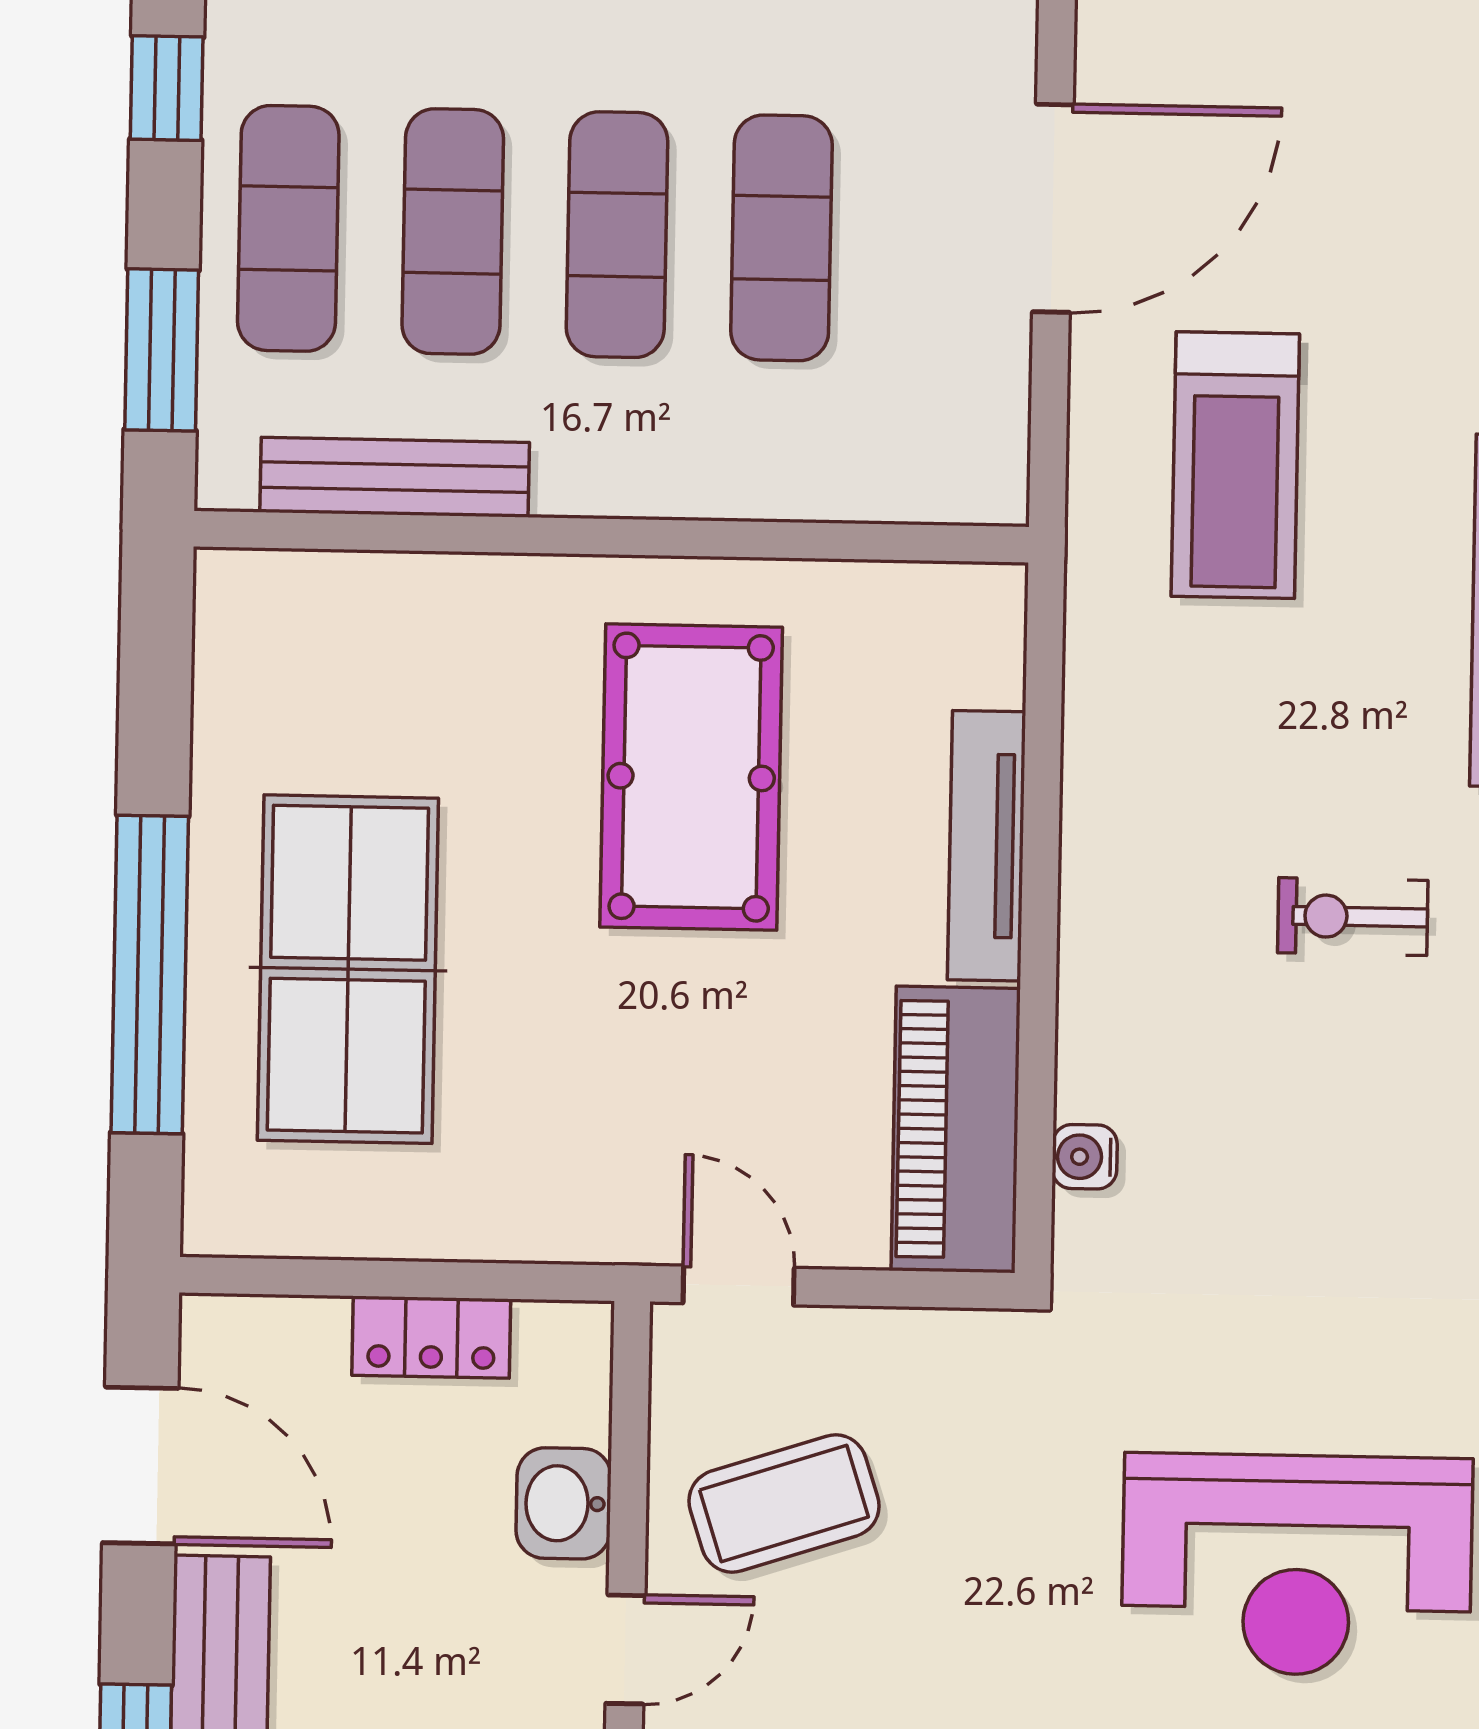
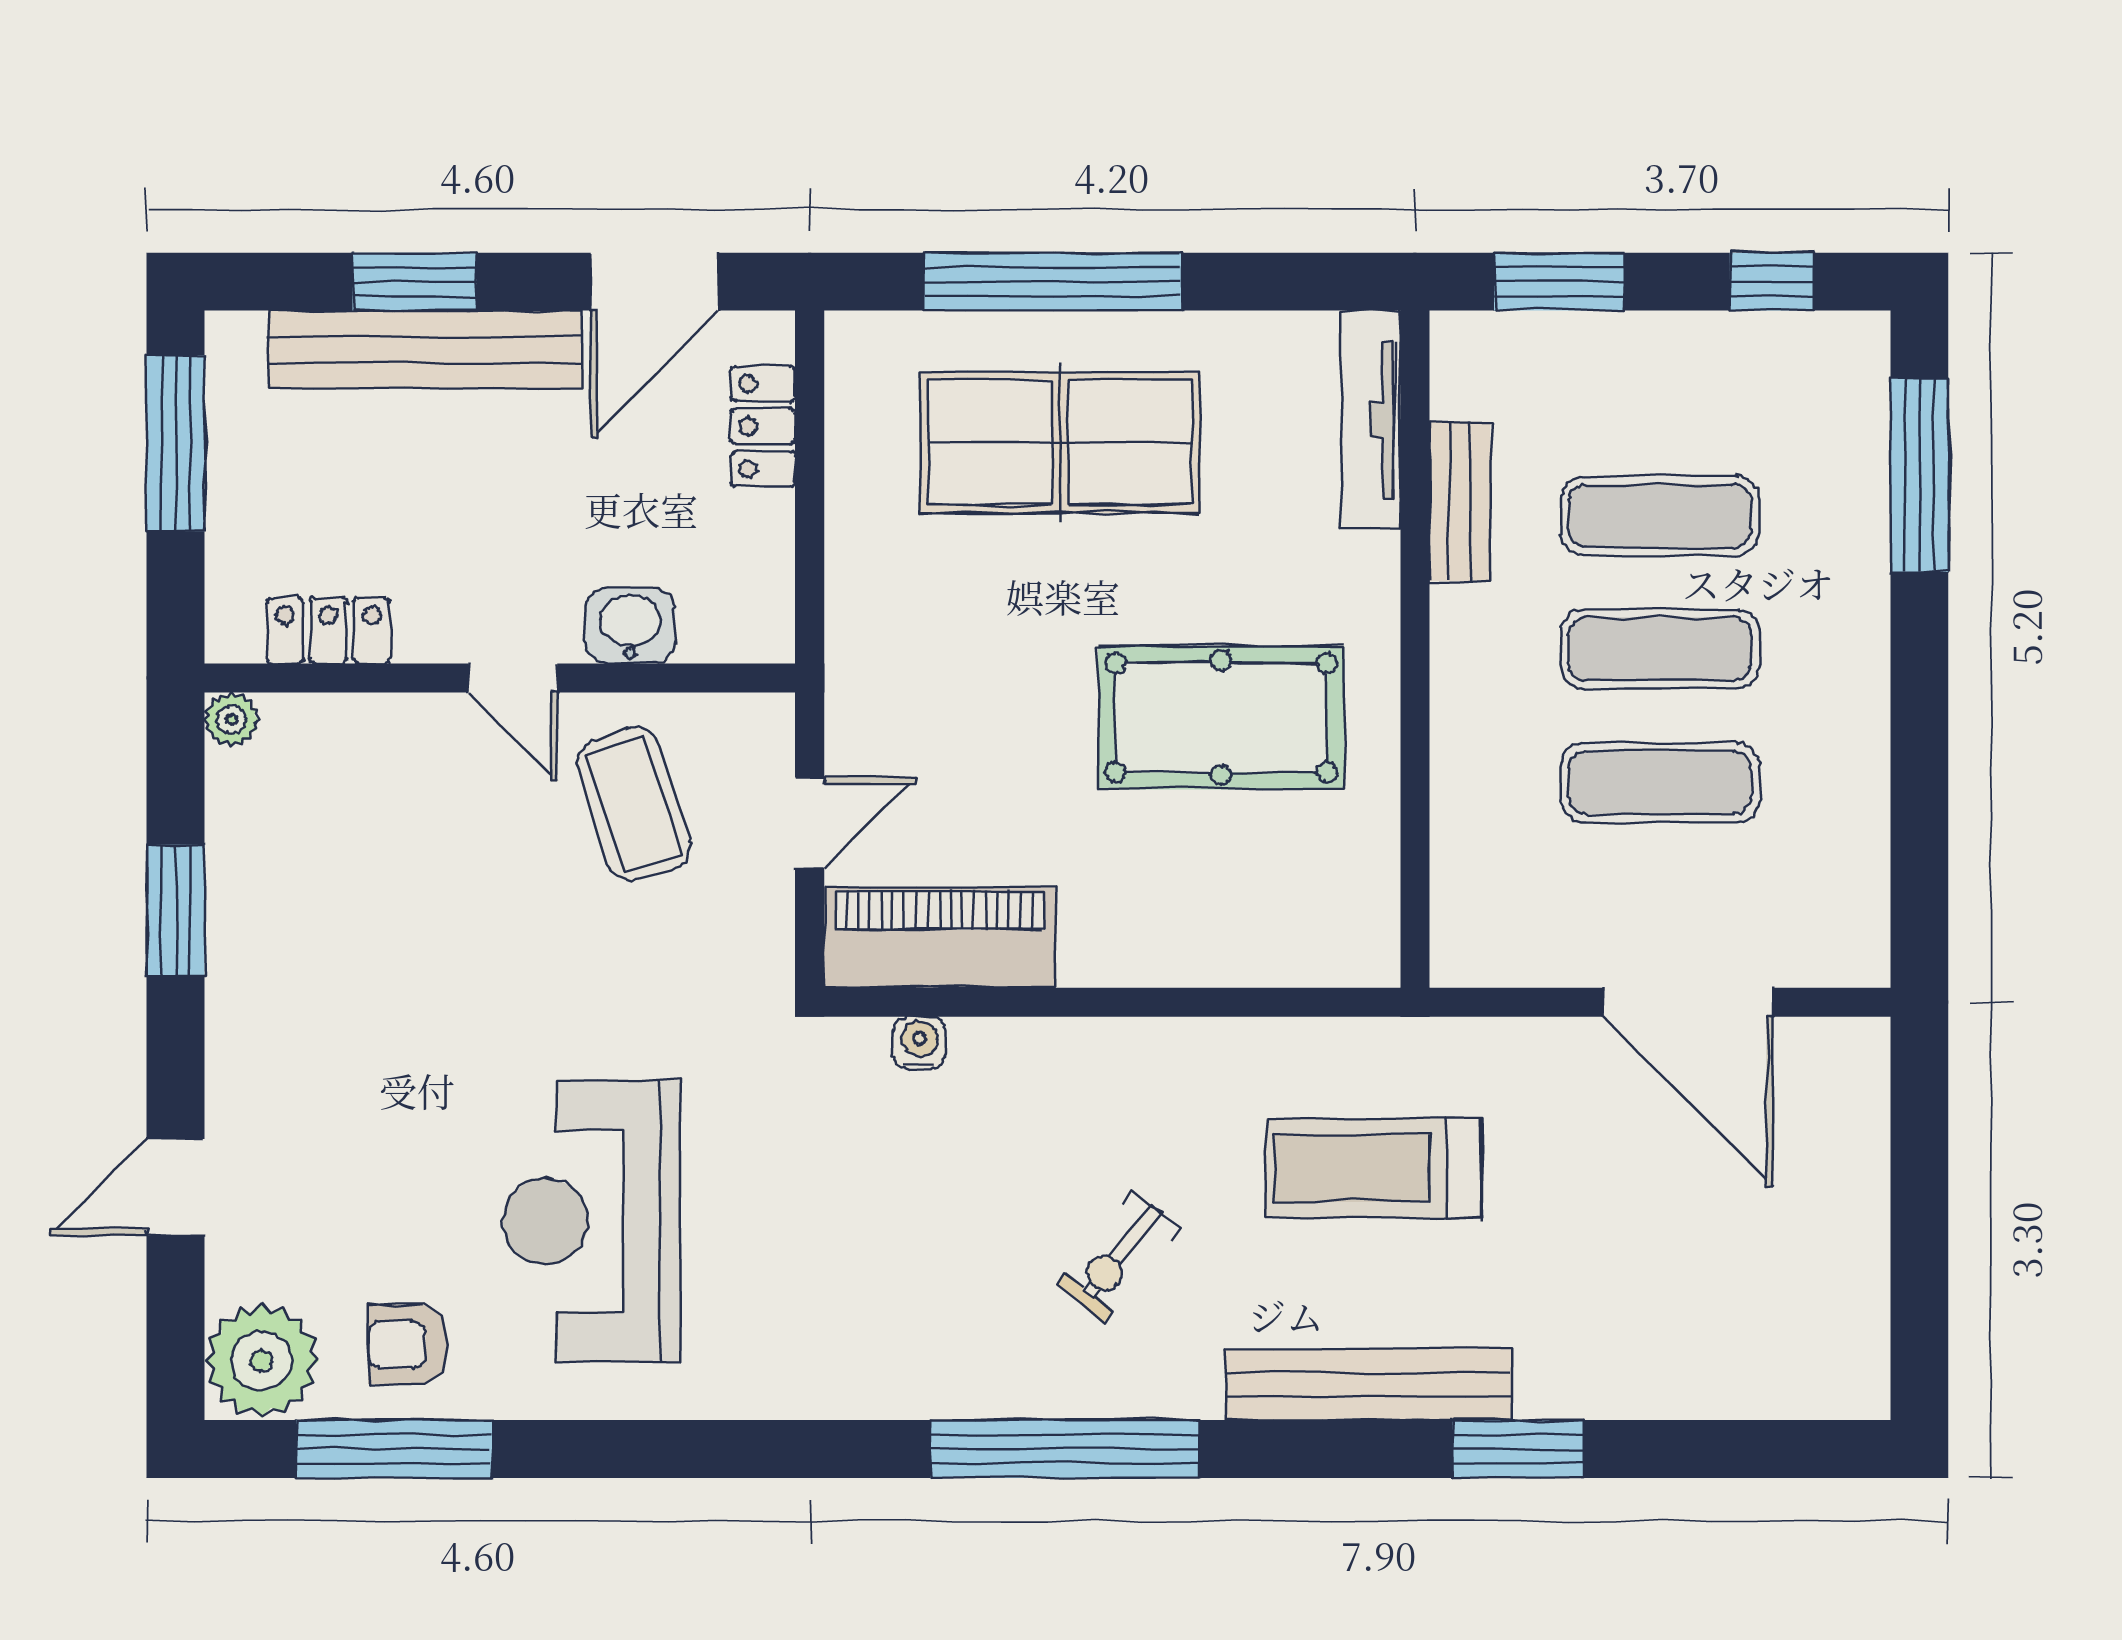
exercise mat: (288, 228) -> (1660, 382), removed
treadmill: (1235, 465) -> (1374, 1168), moved
bench: (395, 477) -> (1460, 502), width x0.73
tv unit: (986, 846) -> (1371, 420), moved, turned -90
exercise bike: (1353, 917) -> (1118, 1256), turned -141
door: (739, 1286) -> (810, 823), moved
locker: (431, 1337) -> (763, 426), moved

